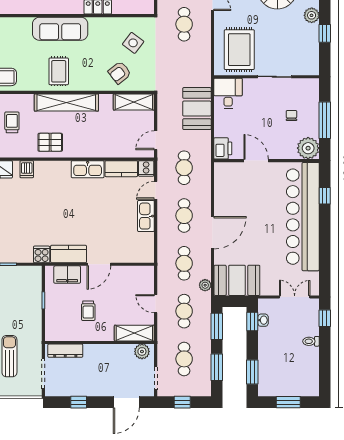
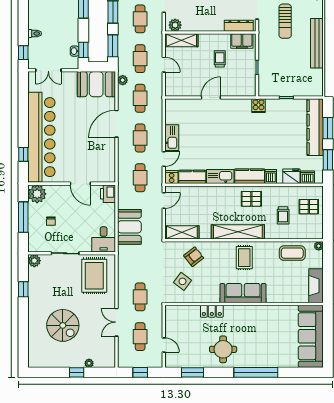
plant: (312, 15) -> (34, 261), moved
kitchen counter: (69, 254) -> (250, 176), moved, turned 180
filing cabinet: (67, 275) -> (242, 41), moved, turned 180

